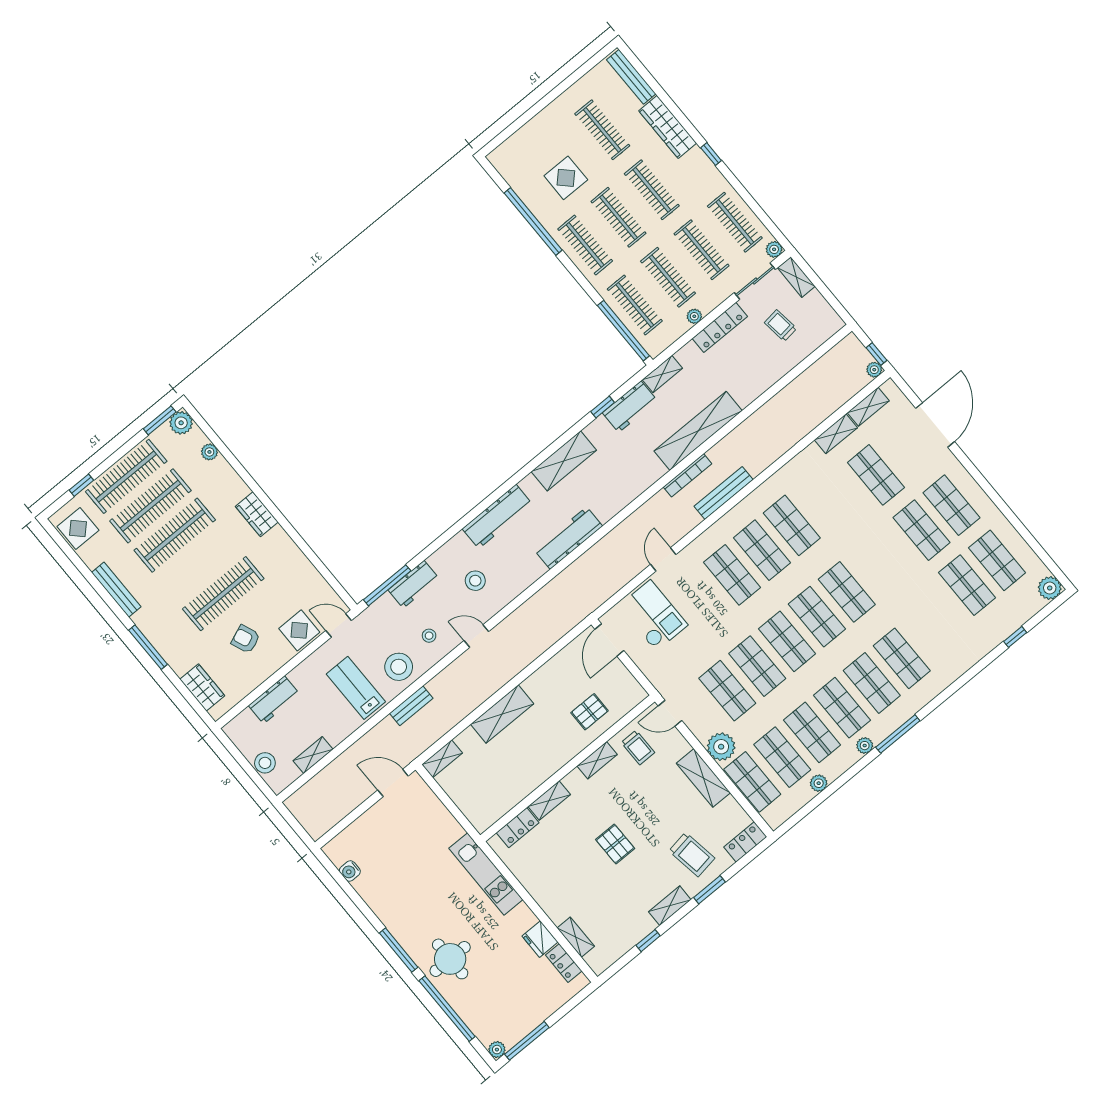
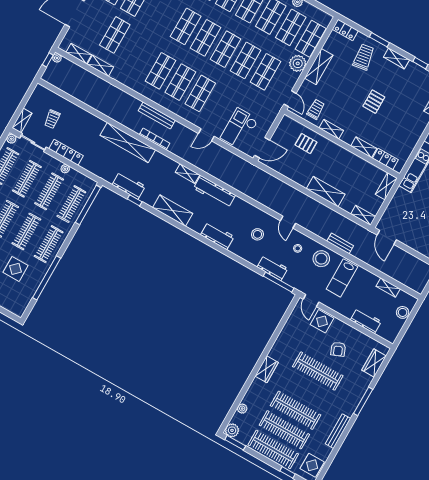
shelving: (662, 374) -> (187, 174), moved
workbench: (497, 516) -> (217, 236), width x0.73
shelving: (474, 813) -> (386, 186), added

